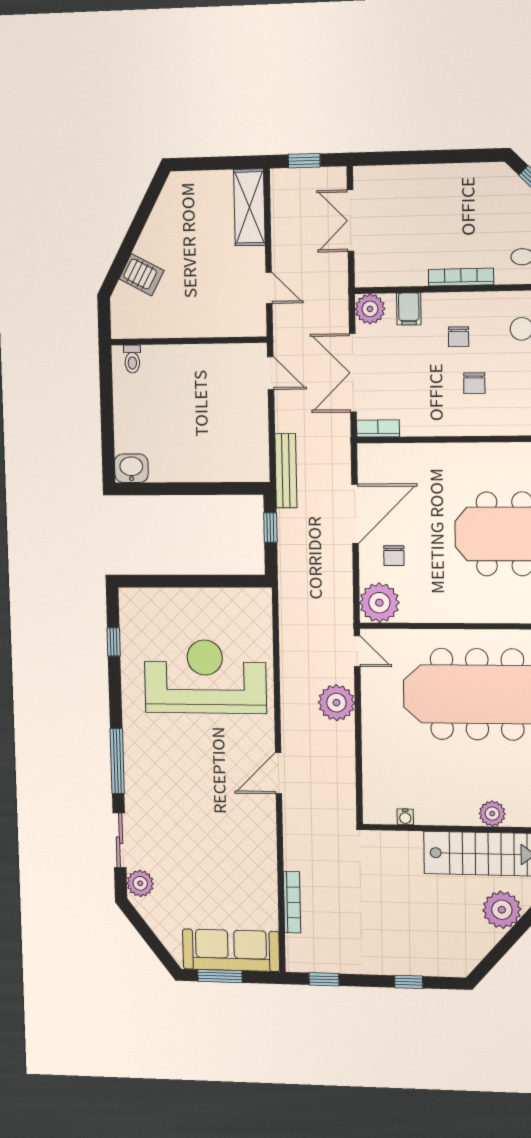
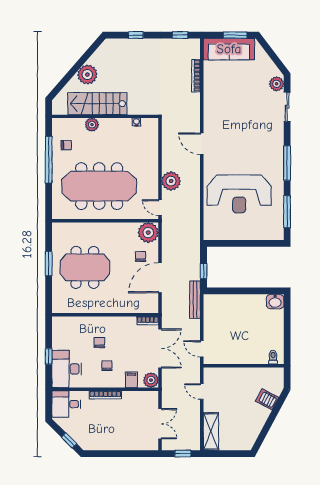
window: (114, 642) -> (287, 212), width x2.17
window: (117, 761) -> (287, 163), moved
door: (279, 773) -> (202, 144), swing flipped

